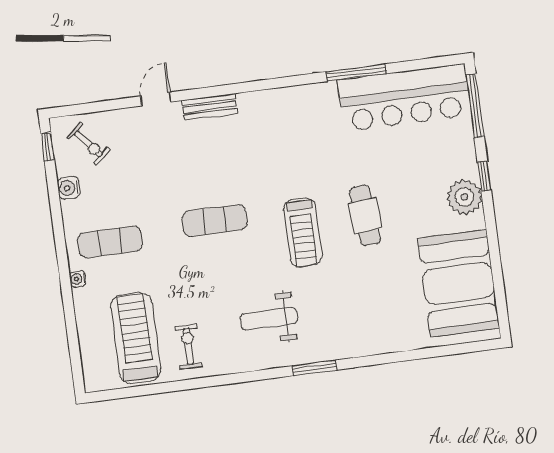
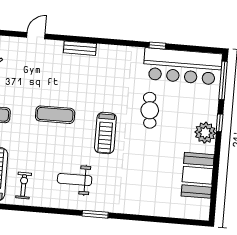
window: (356, 73) -> (157, 46), width x0.46
bench: (210, 107) -> (80, 48), moved
cafe table: (365, 215) -> (150, 110), moved
booth: (458, 283) -> (198, 175), width x0.73, depth x0.70

